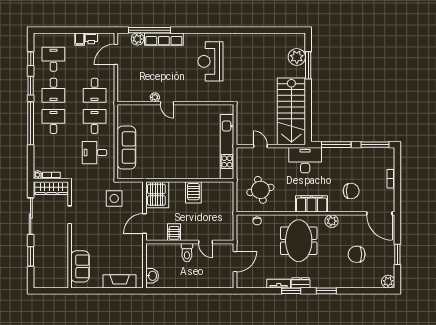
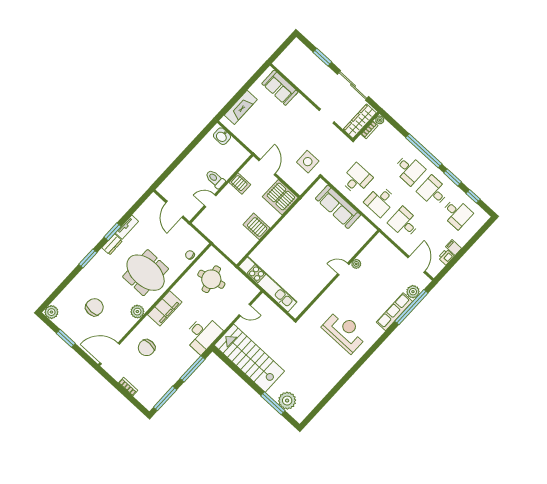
desk: (95, 121) -> (380, 201), turned 90

